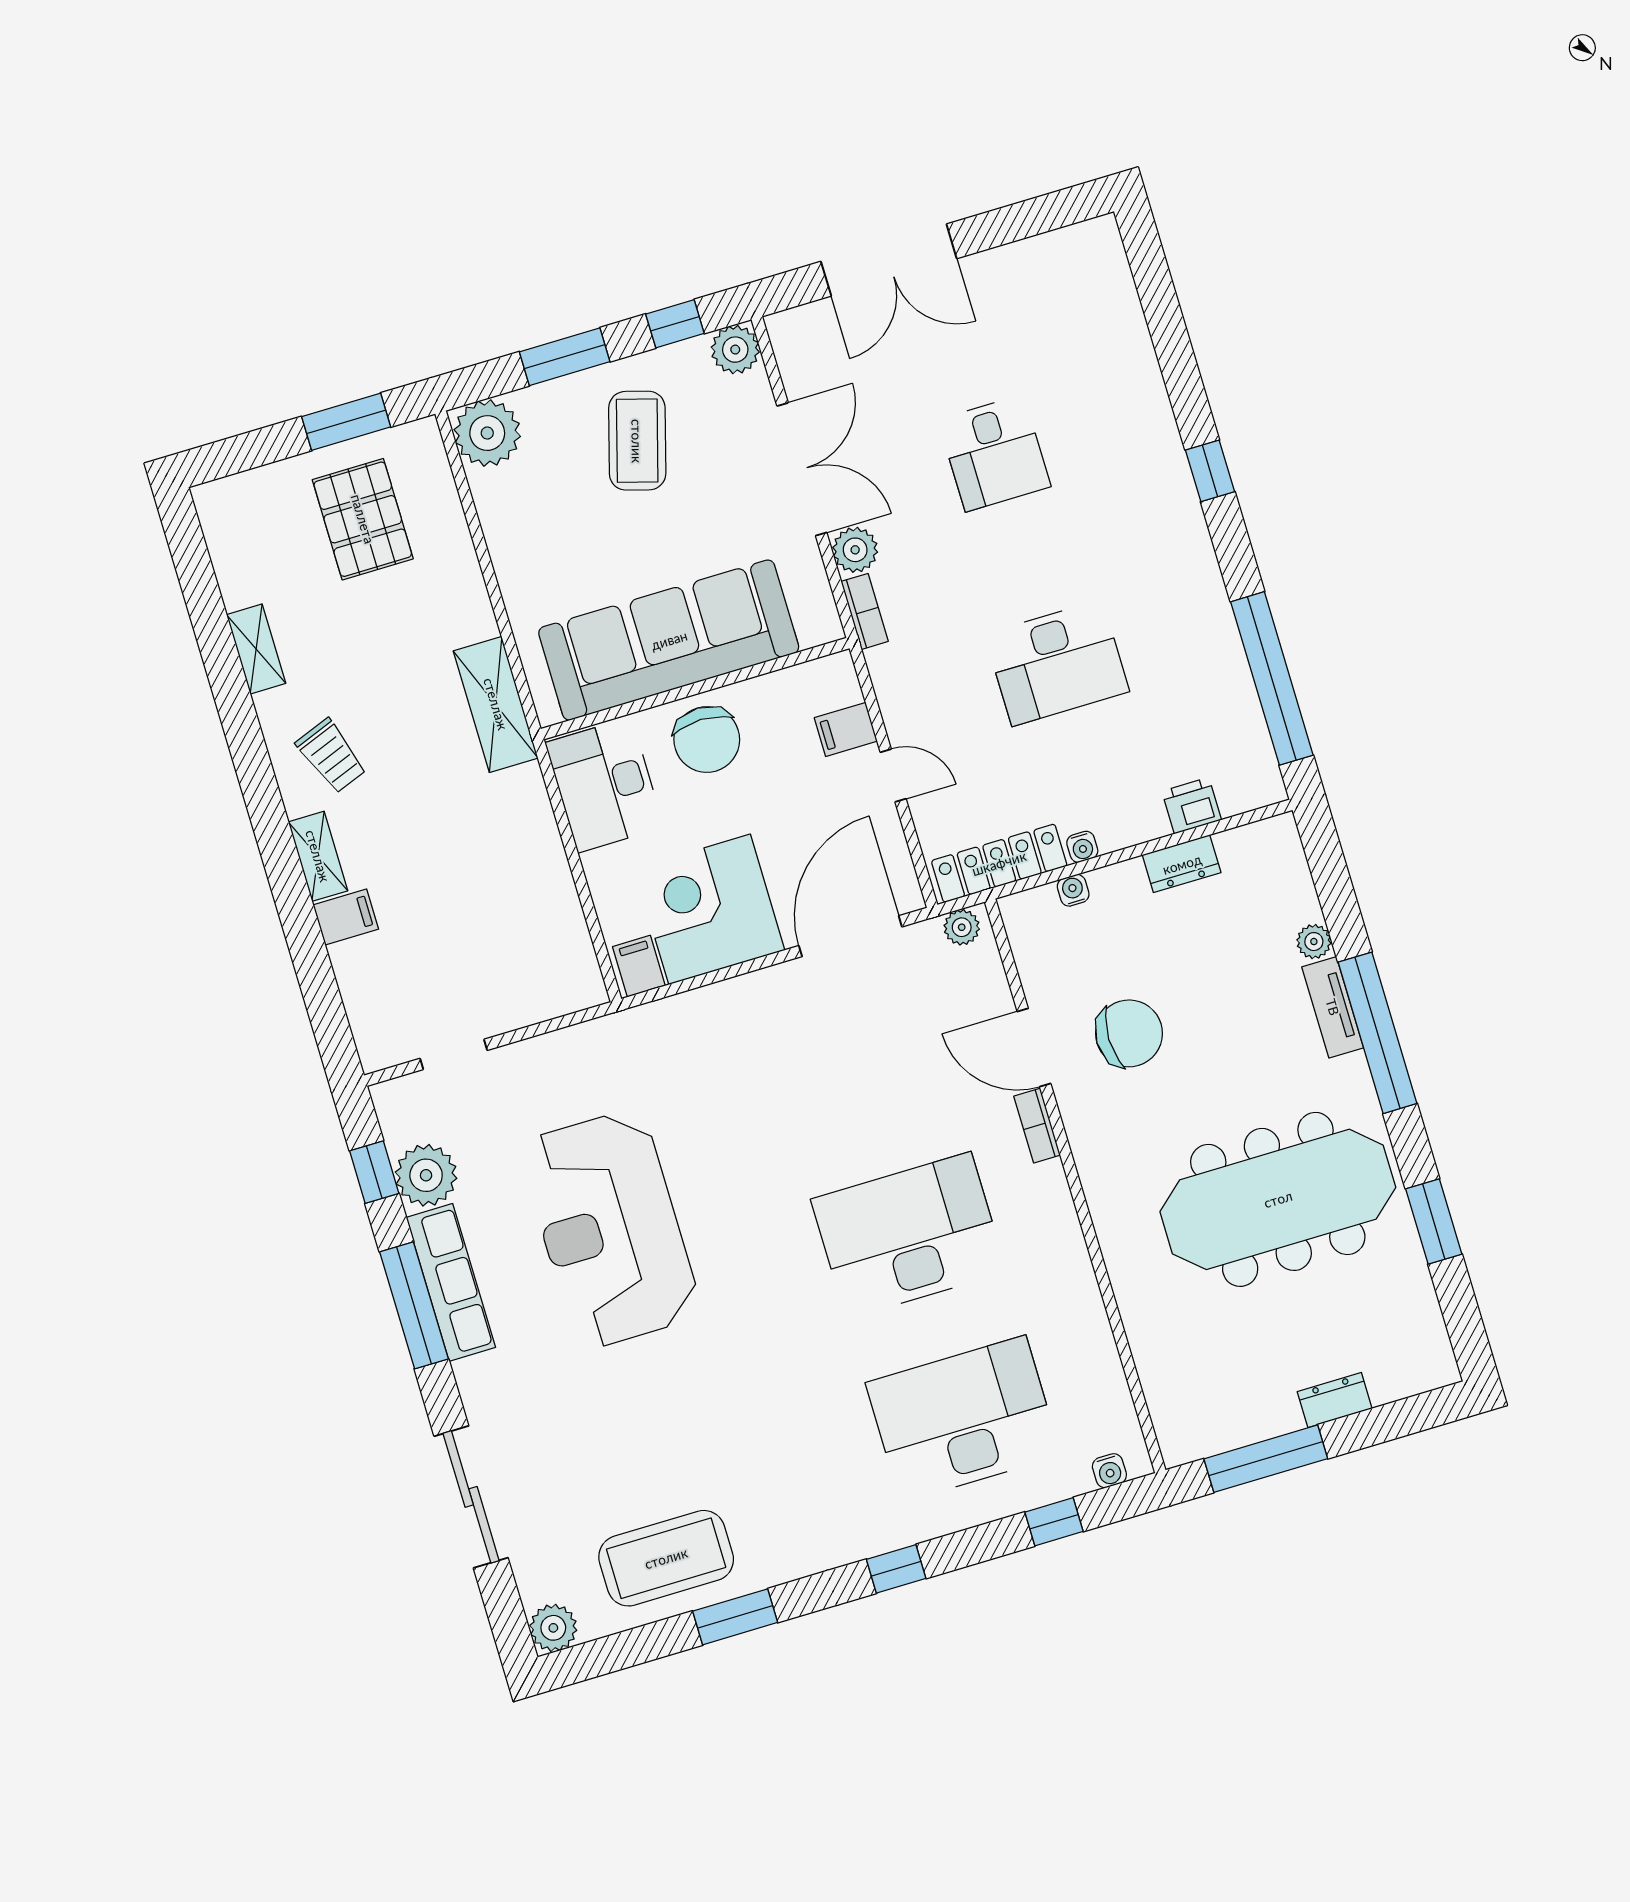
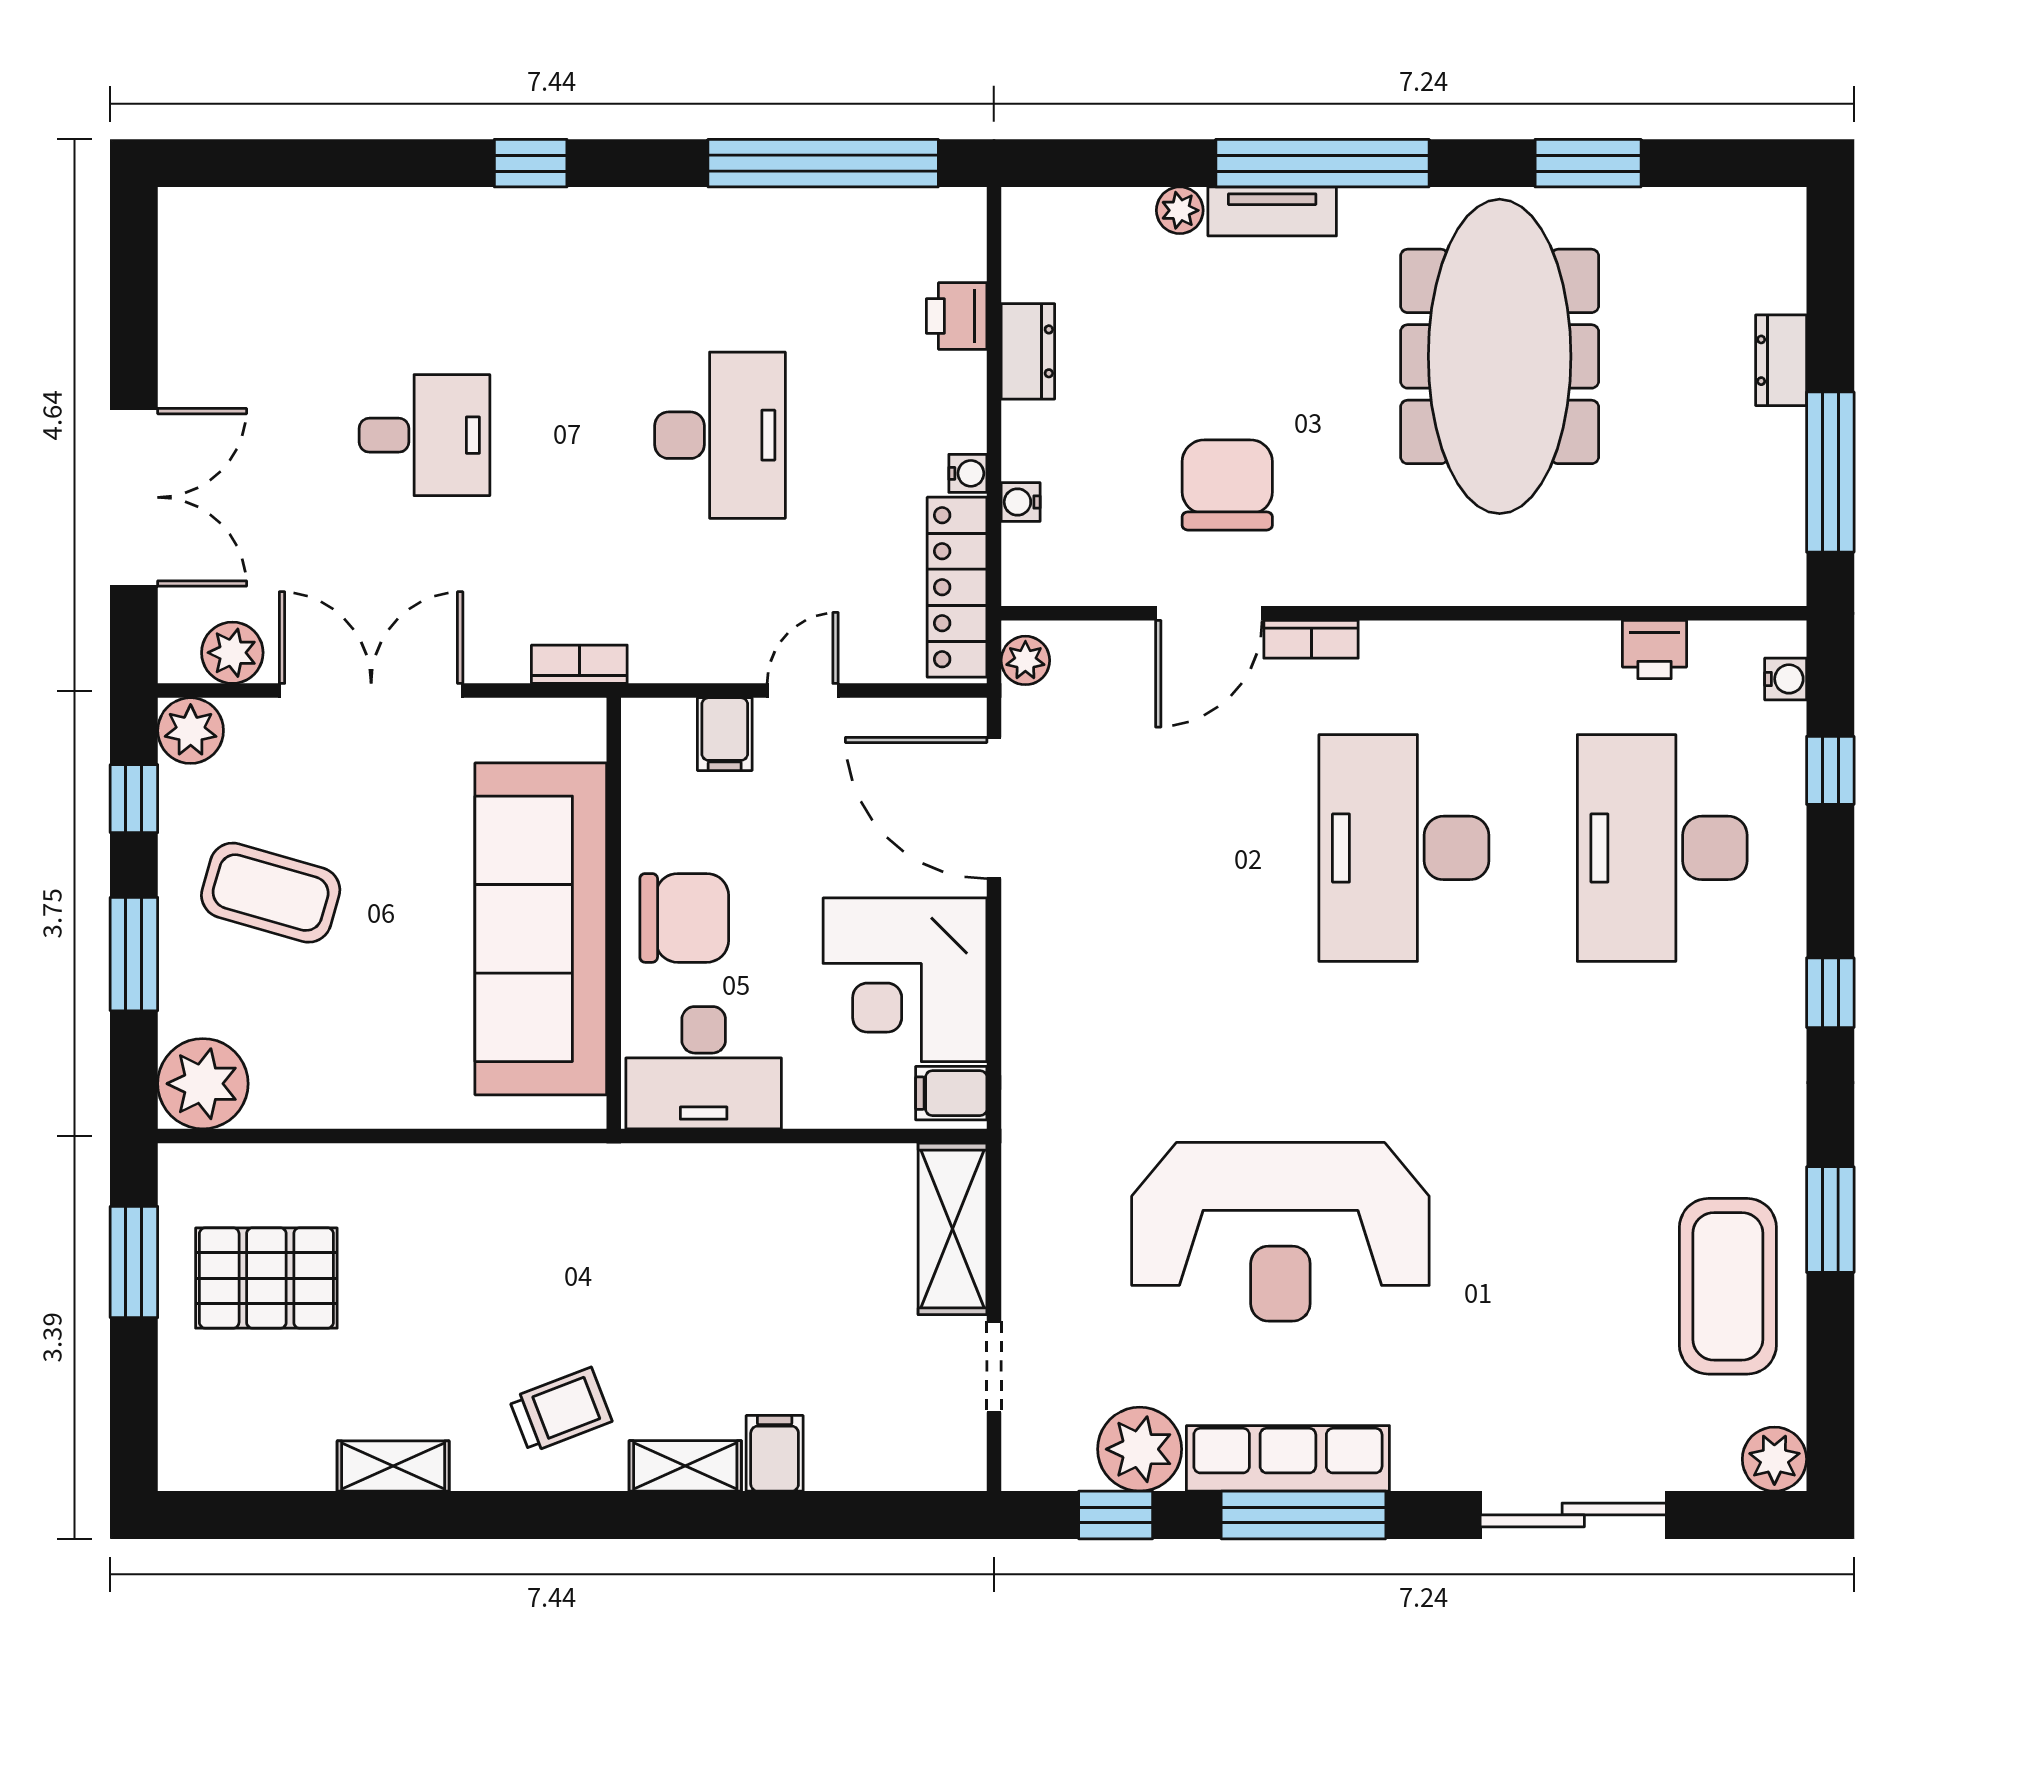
plant: (855, 550) -> (232, 653), moved
shelving: (496, 704) -> (953, 1229), moved, turned 90
printer: (1102, 1371) -> (1654, 650), added

